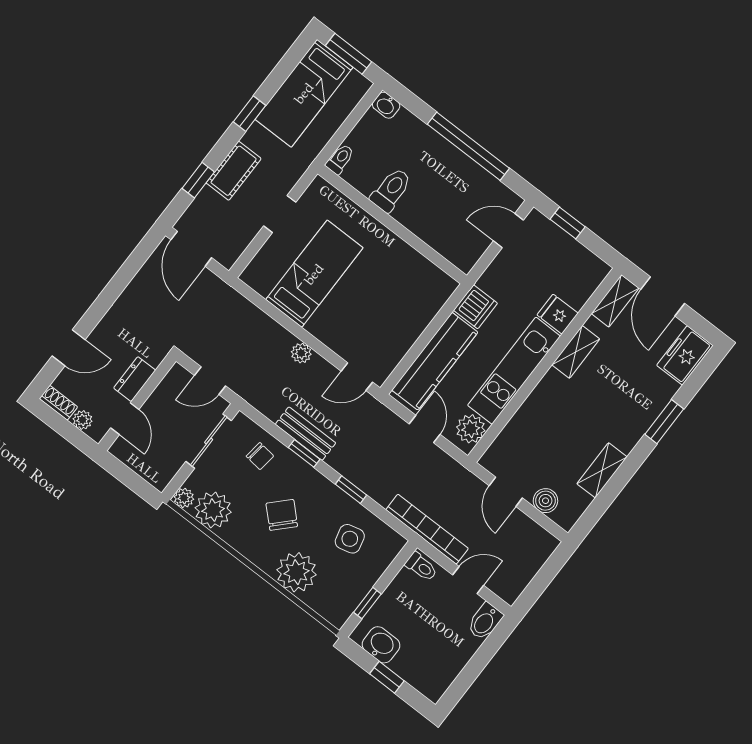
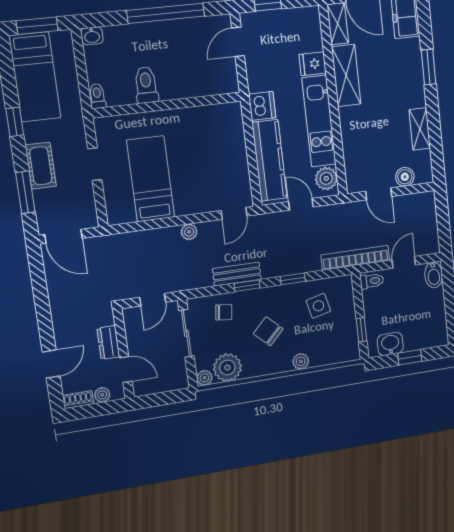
window: (198, 180) -> (25, 192), width x1.50
shelving: (576, 352) -> (346, 75), width x1.50, depth x1.33
plant: (296, 572) -> (301, 361), width x0.53, depth x0.53

